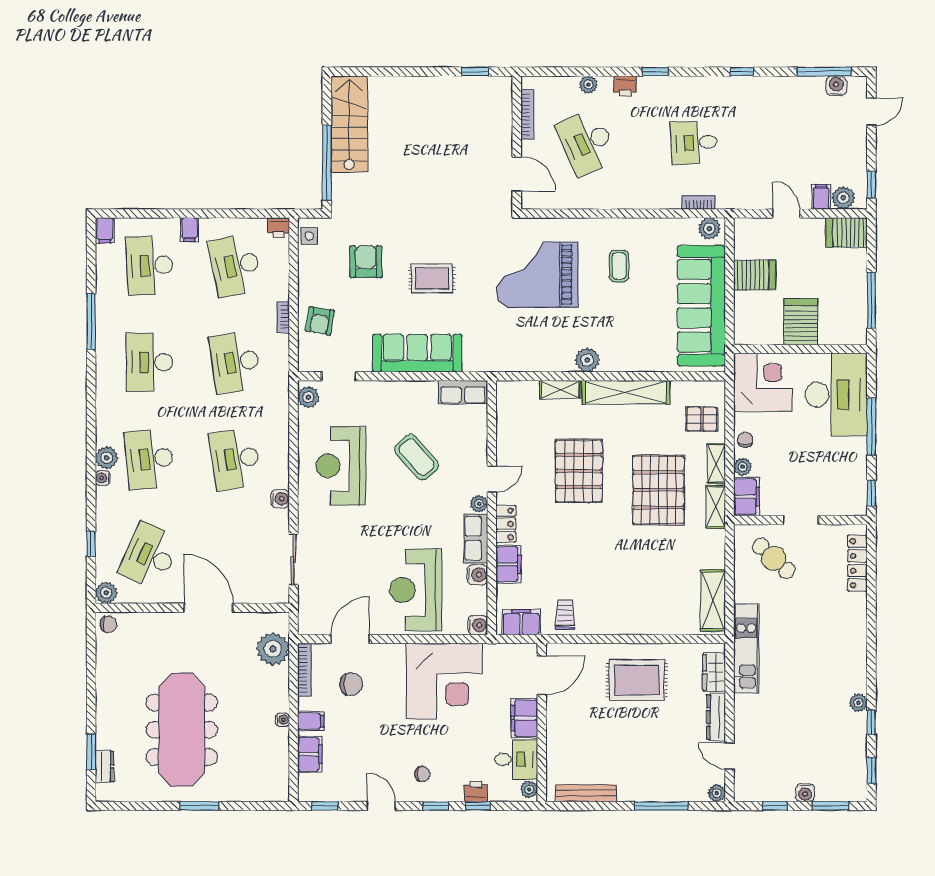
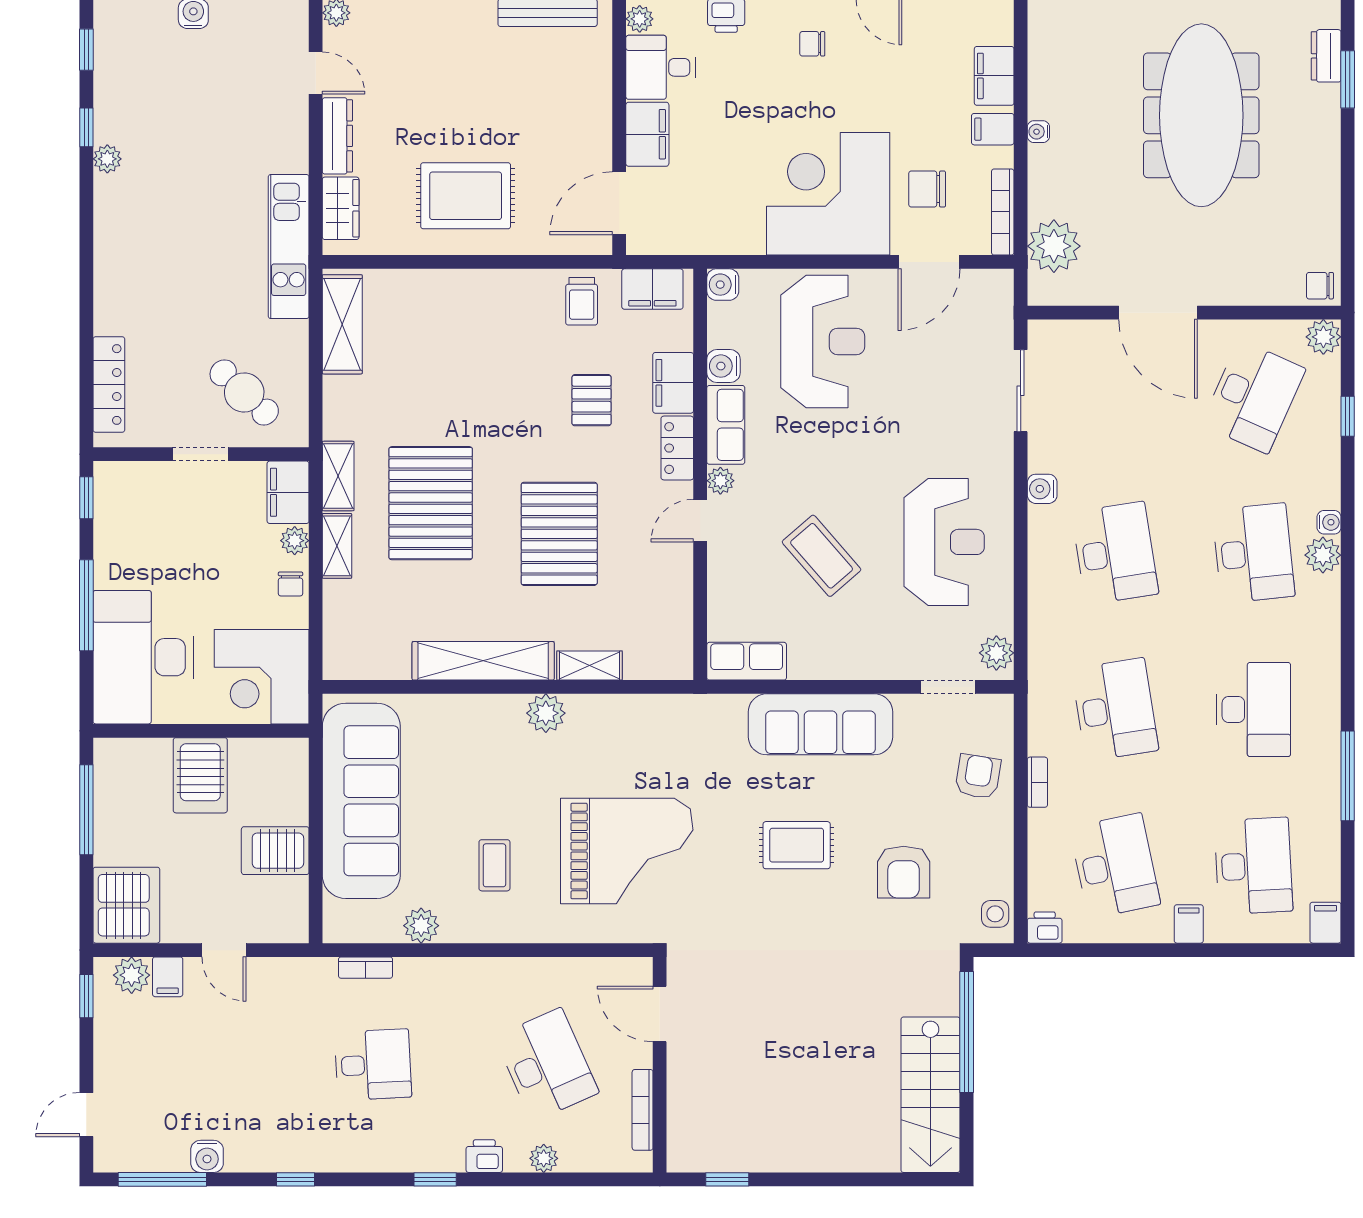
water cooler: (836, 86) -> (207, 1156), moved
plant: (709, 229) -> (421, 926), moved
server rack: (847, 232) -> (126, 905), width x1.60
pallet: (702, 419) -> (592, 400), moved, turned 90
corner desk: (444, 681) -> (828, 194), moved

